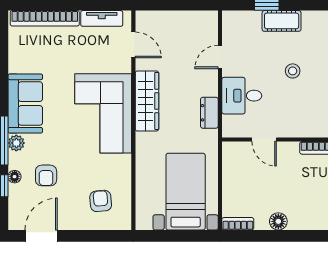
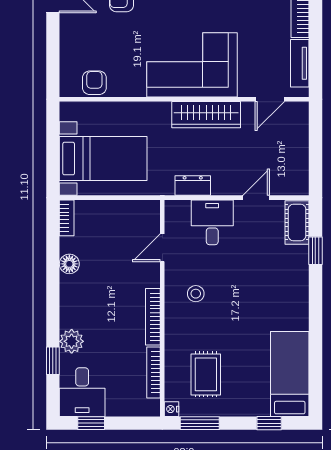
cot: (282, 21) -> (297, 222), moved
door: (220, 57) -> (256, 198), hinge flipped
stool: (293, 71) -> (196, 294), moved
armchair: (101, 201) -> (94, 83), moved, turned -85

